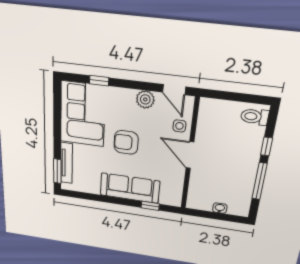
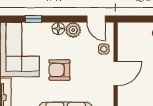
floor lamp: (128, 96) -> (58, 29), added
door: (190, 155) -> (116, 74), swing flipped

